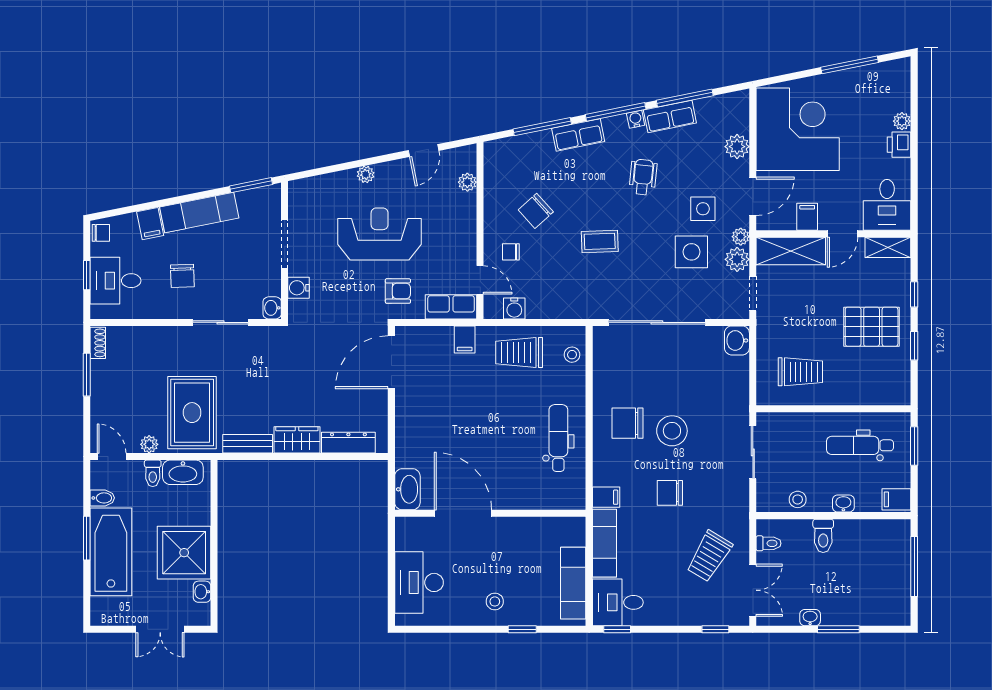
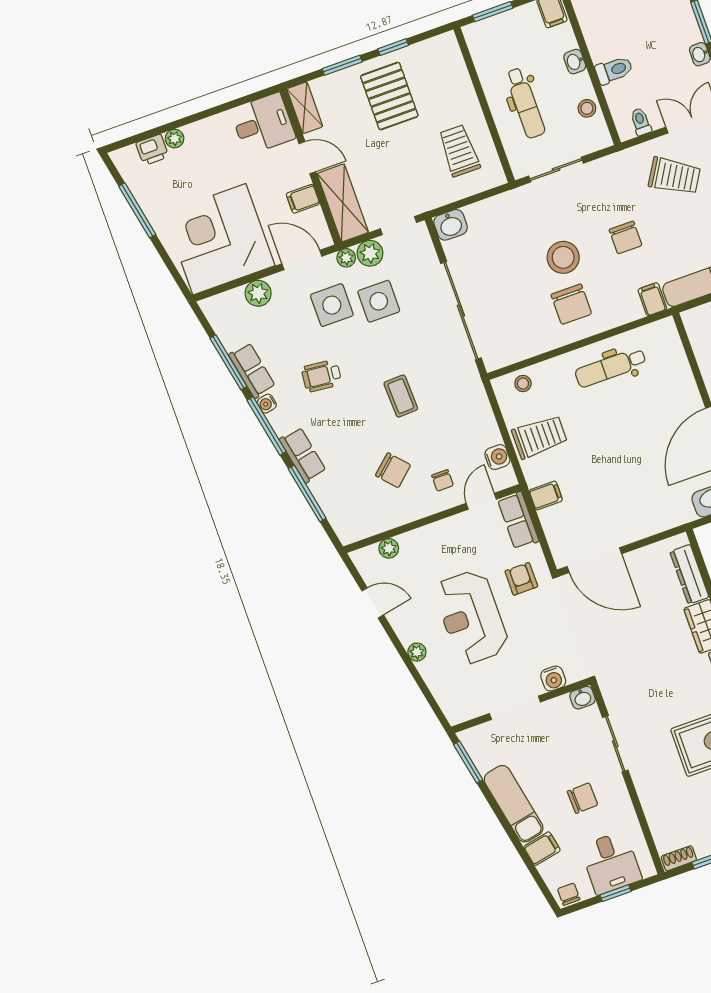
printer: (899, 145) -> (152, 150), moved
side table: (703, 209) -> (332, 305), width x1.37, depth x1.37
window: (914, 294) -> (342, 65), width x1.50
trolley: (519, 352) -> (539, 437), turned -90
dental chair: (860, 445) -> (525, 103), moved

